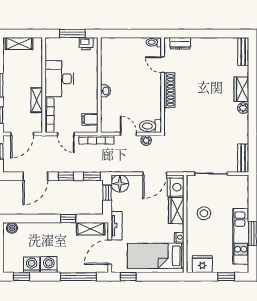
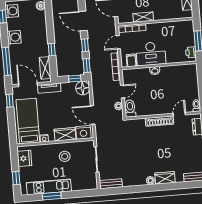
desk: (59, 79) -> (151, 54), moved, turned 180
washing machine: (32, 265) -> (12, 11), moved

